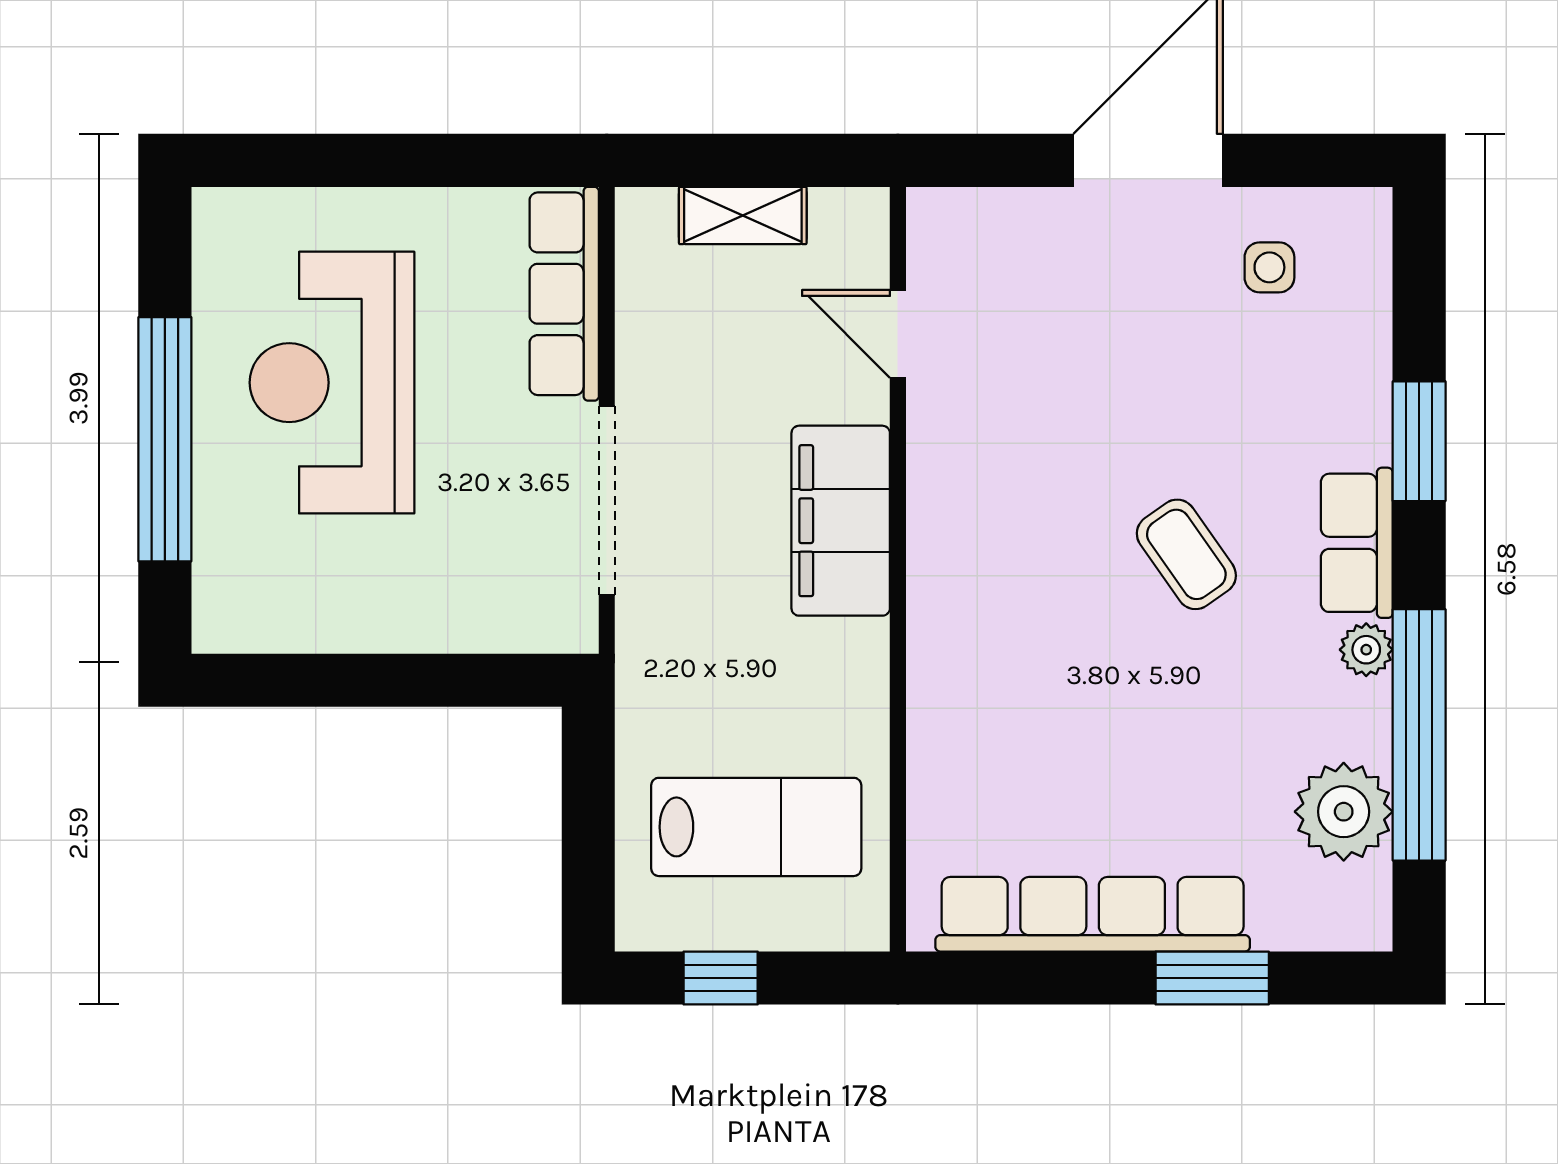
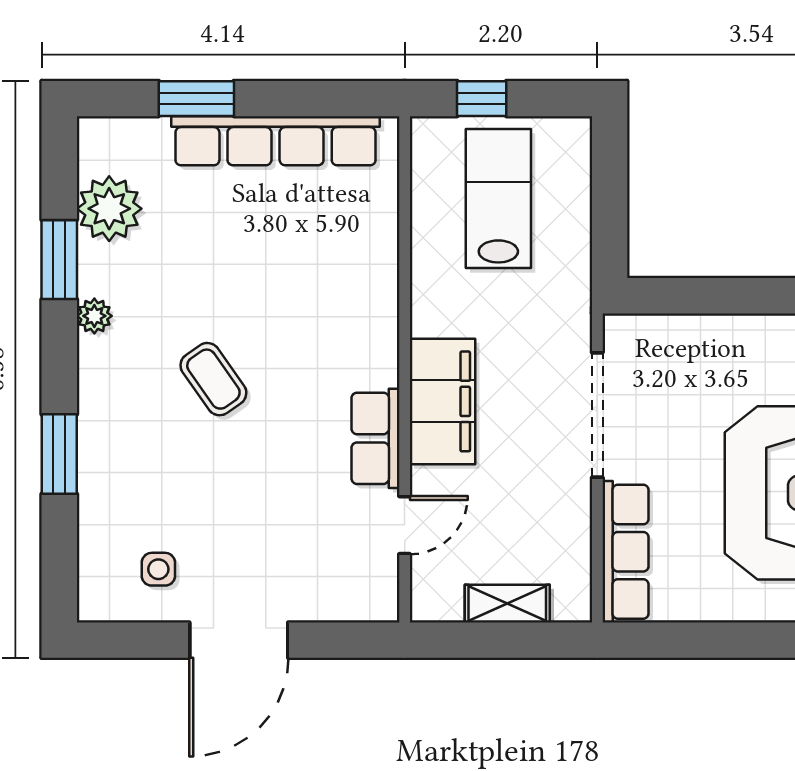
door: (898, 334) -> (405, 525), hinge flipped
row of seats: (1357, 543) -> (375, 438), moved, turned 180
window: (1419, 735) -> (59, 260), width x0.47
lab bench: (756, 827) -> (498, 199), turned 90
window: (721, 978) -> (482, 99), moved

